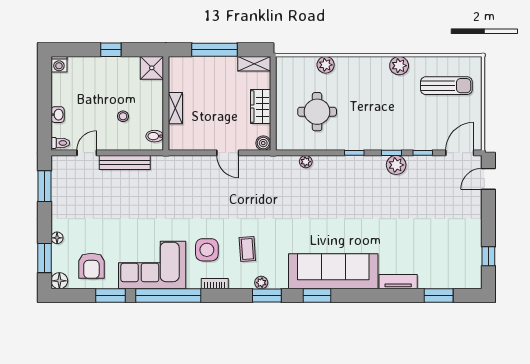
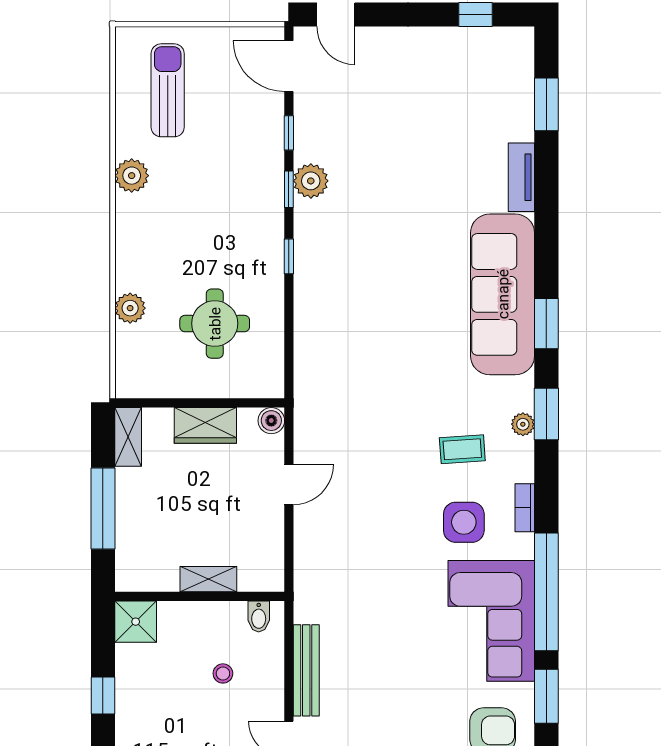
plant: (306, 162) -> (305, 344), removed

